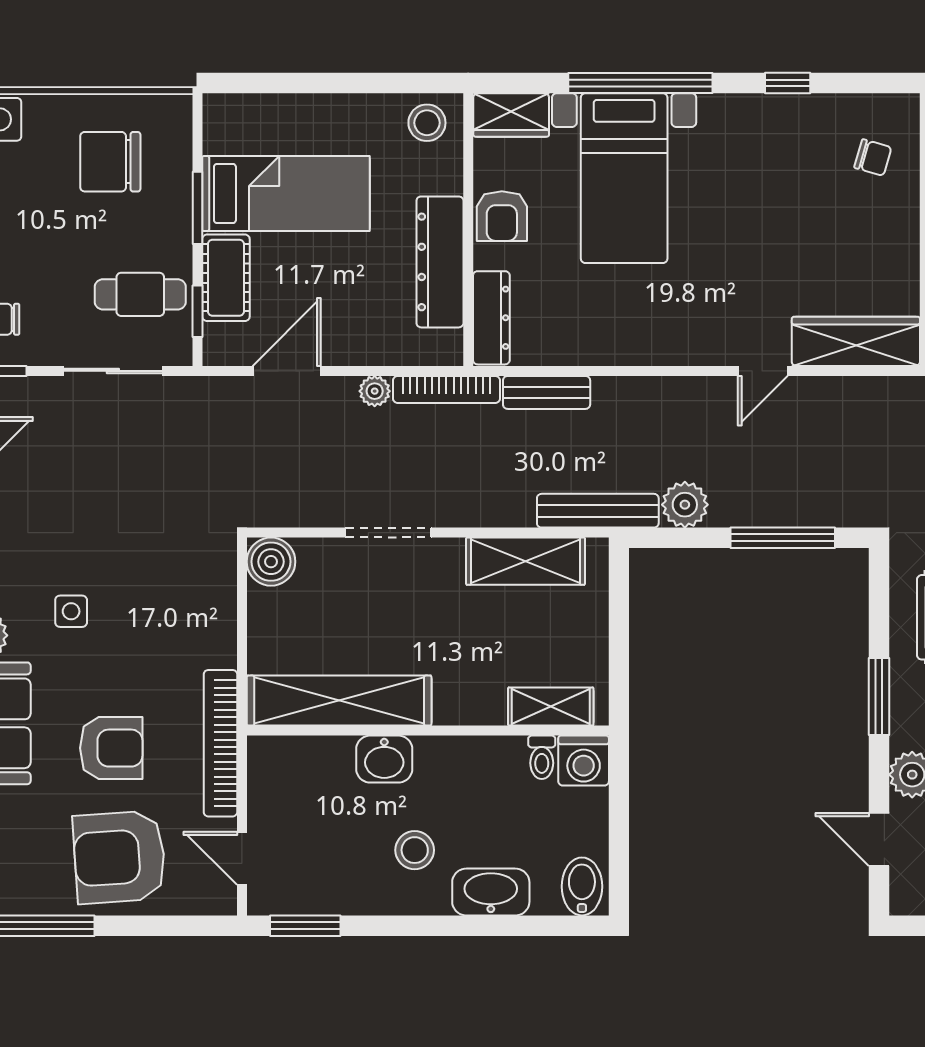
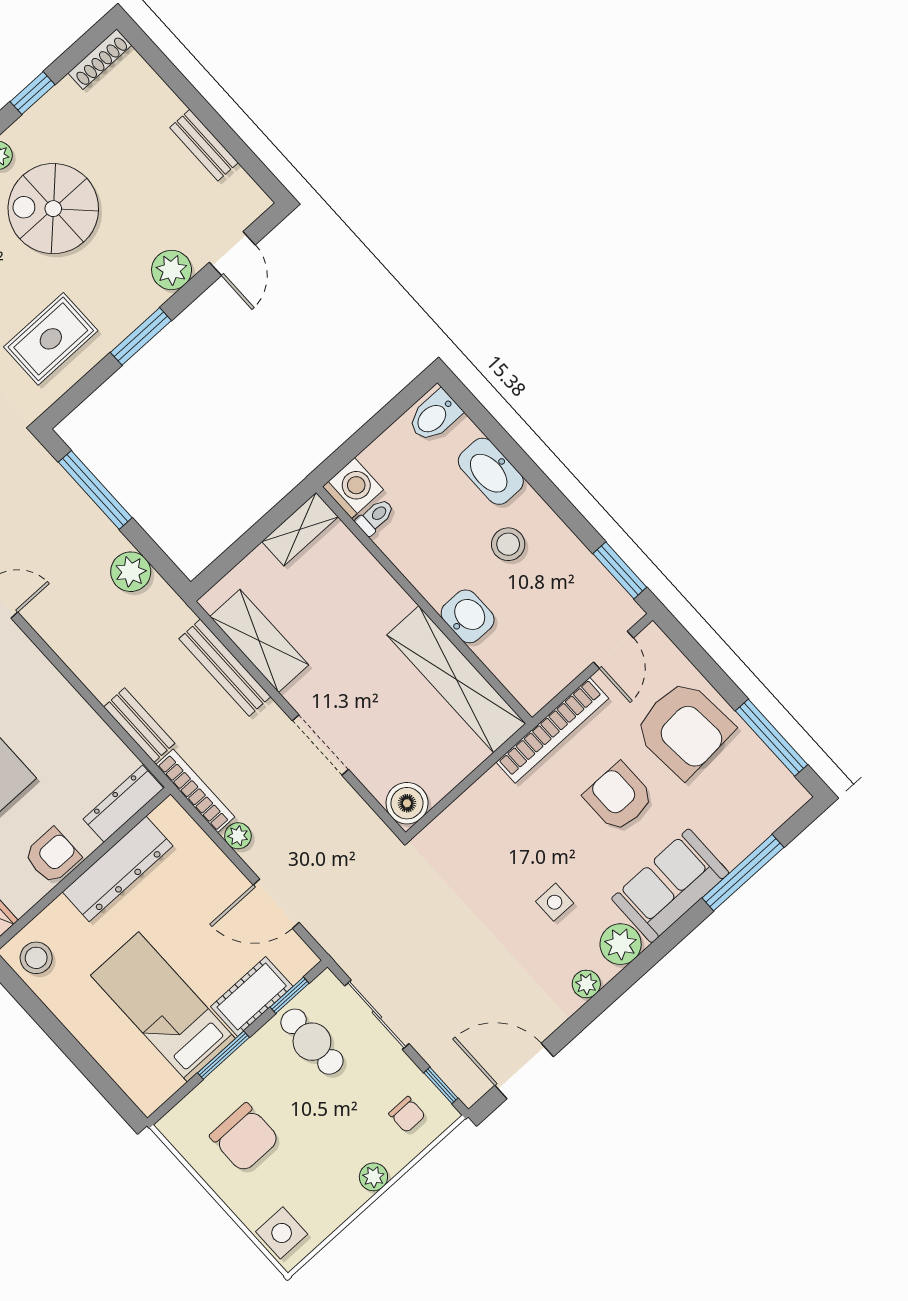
bench: (598, 511) -> (225, 668), moved
shelving: (551, 707) -> (300, 529), moved, turned 90

